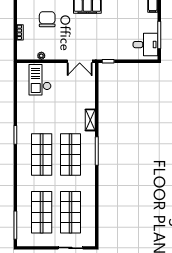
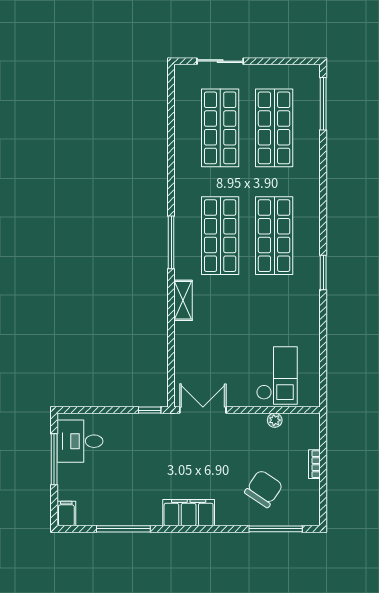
chair: (47, 19) -> (264, 489), turned -146

